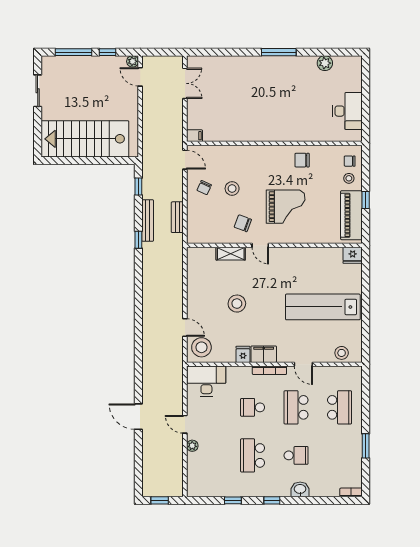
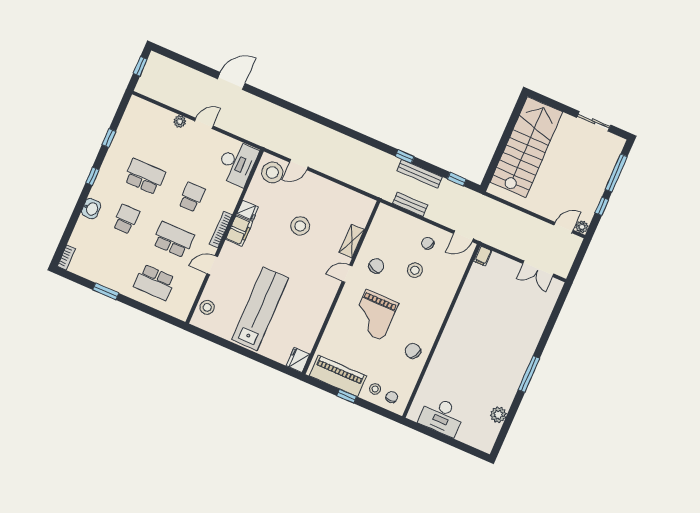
chair: (302, 160) -> (413, 351), turned -61
school desk: (296, 455) -> (126, 219), turned 180

